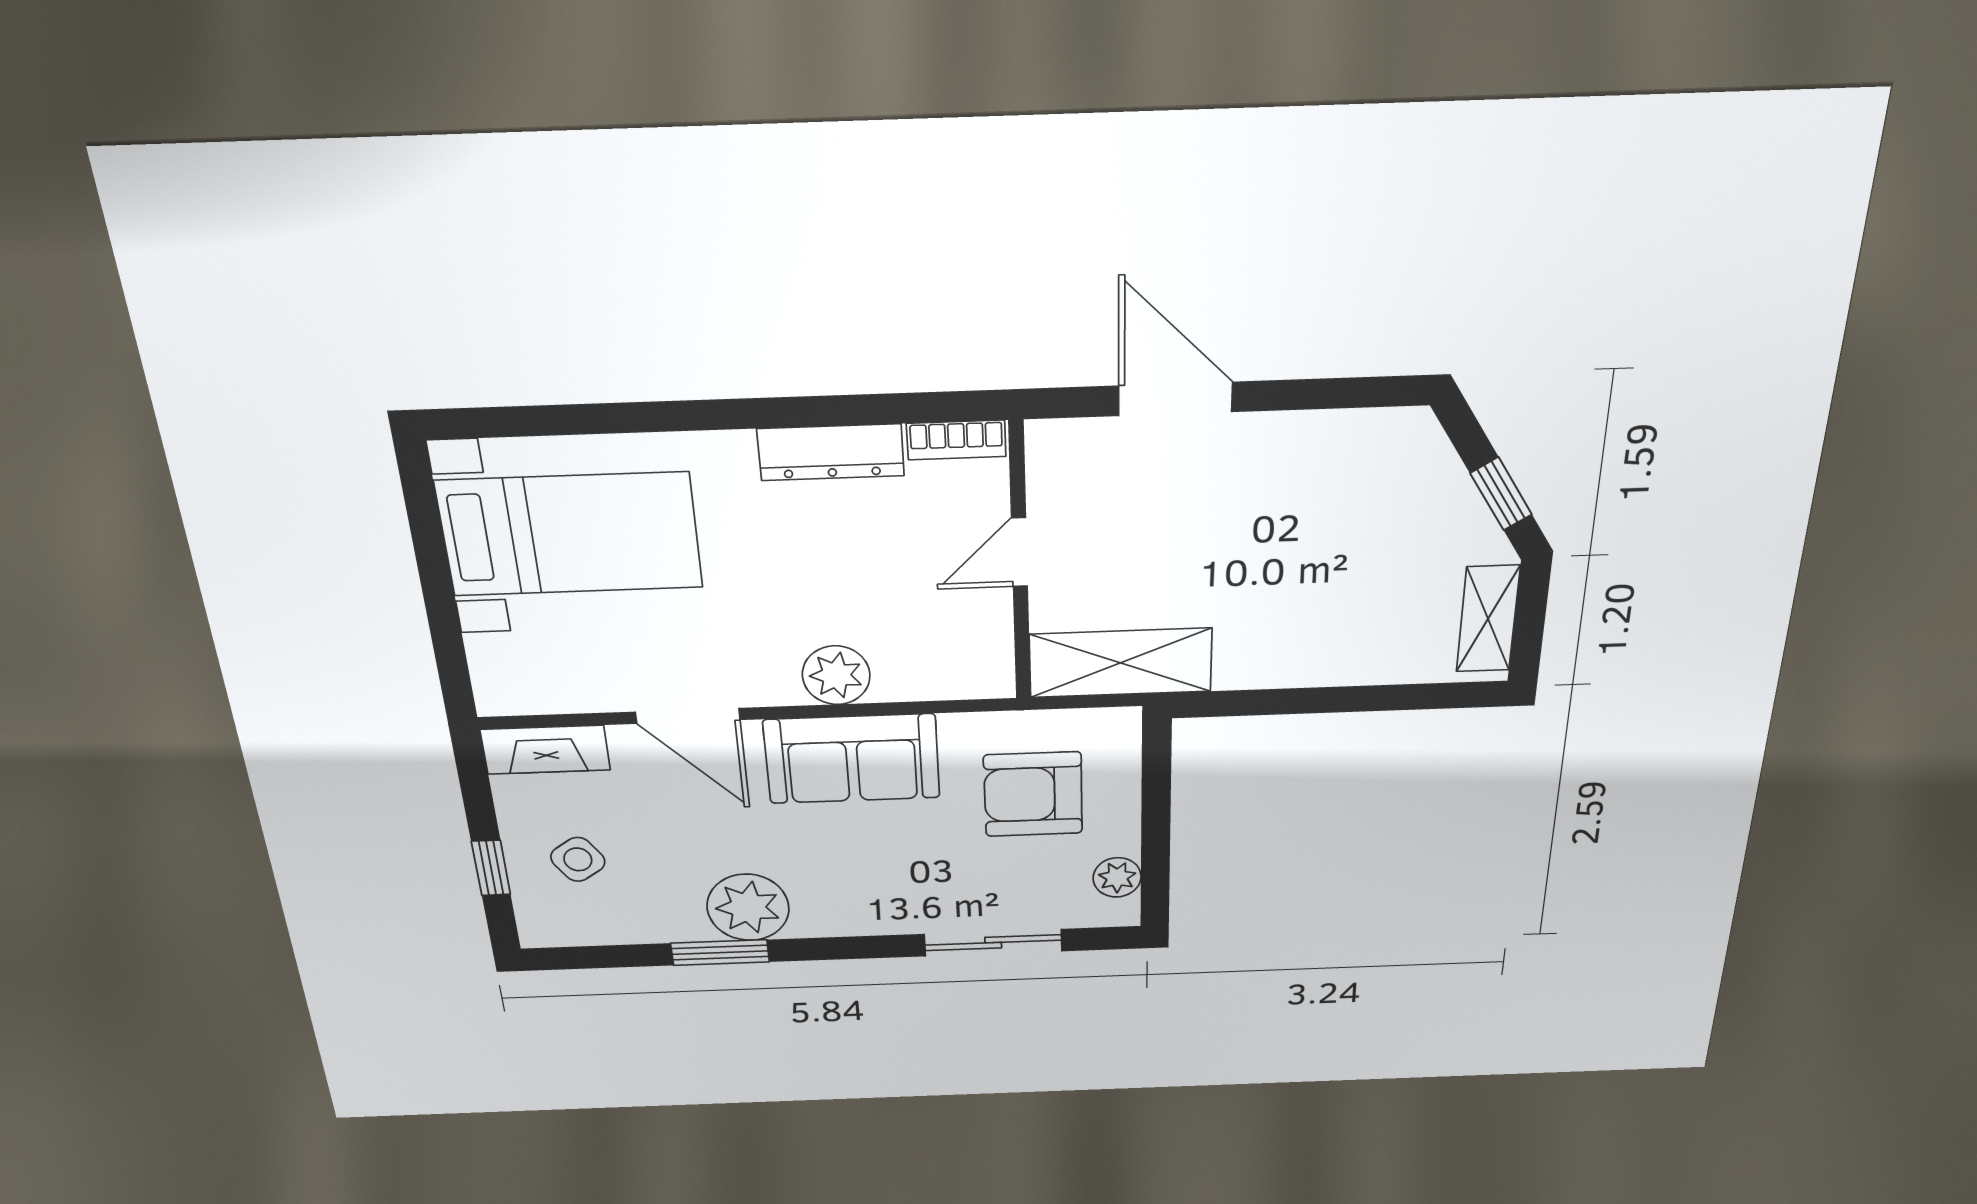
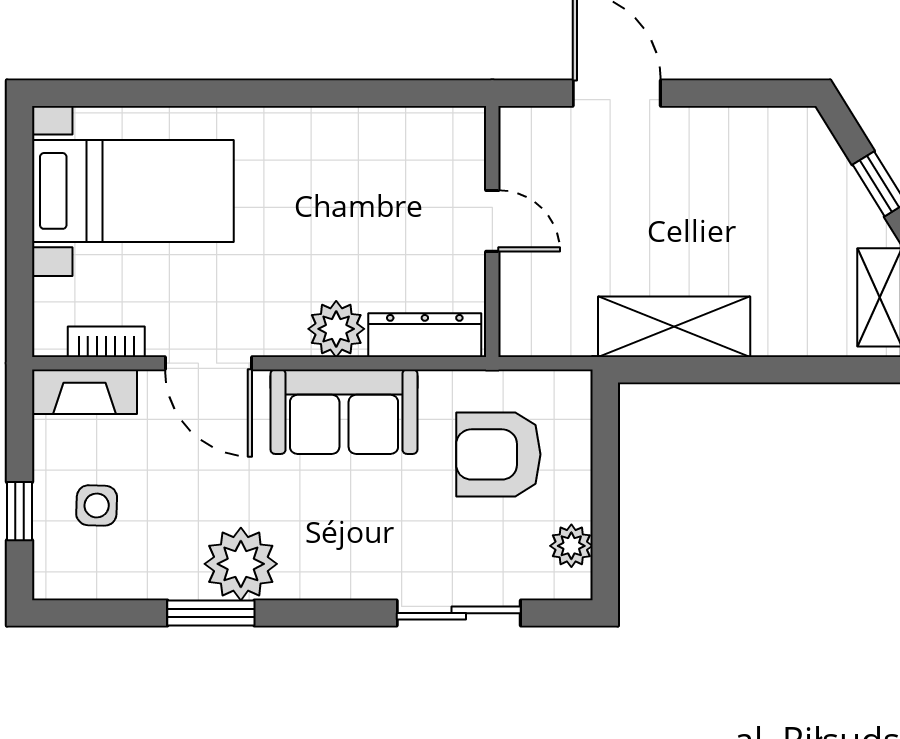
bookcase: (956, 440) -> (106, 342), moved, turned 180
dresser: (831, 452) -> (425, 335), moved, turned 180
door: (1019, 552) -> (492, 221), swing flipped
shelving: (1121, 663) -> (674, 327), moved
side table: (578, 859) -> (97, 505), turned 36

